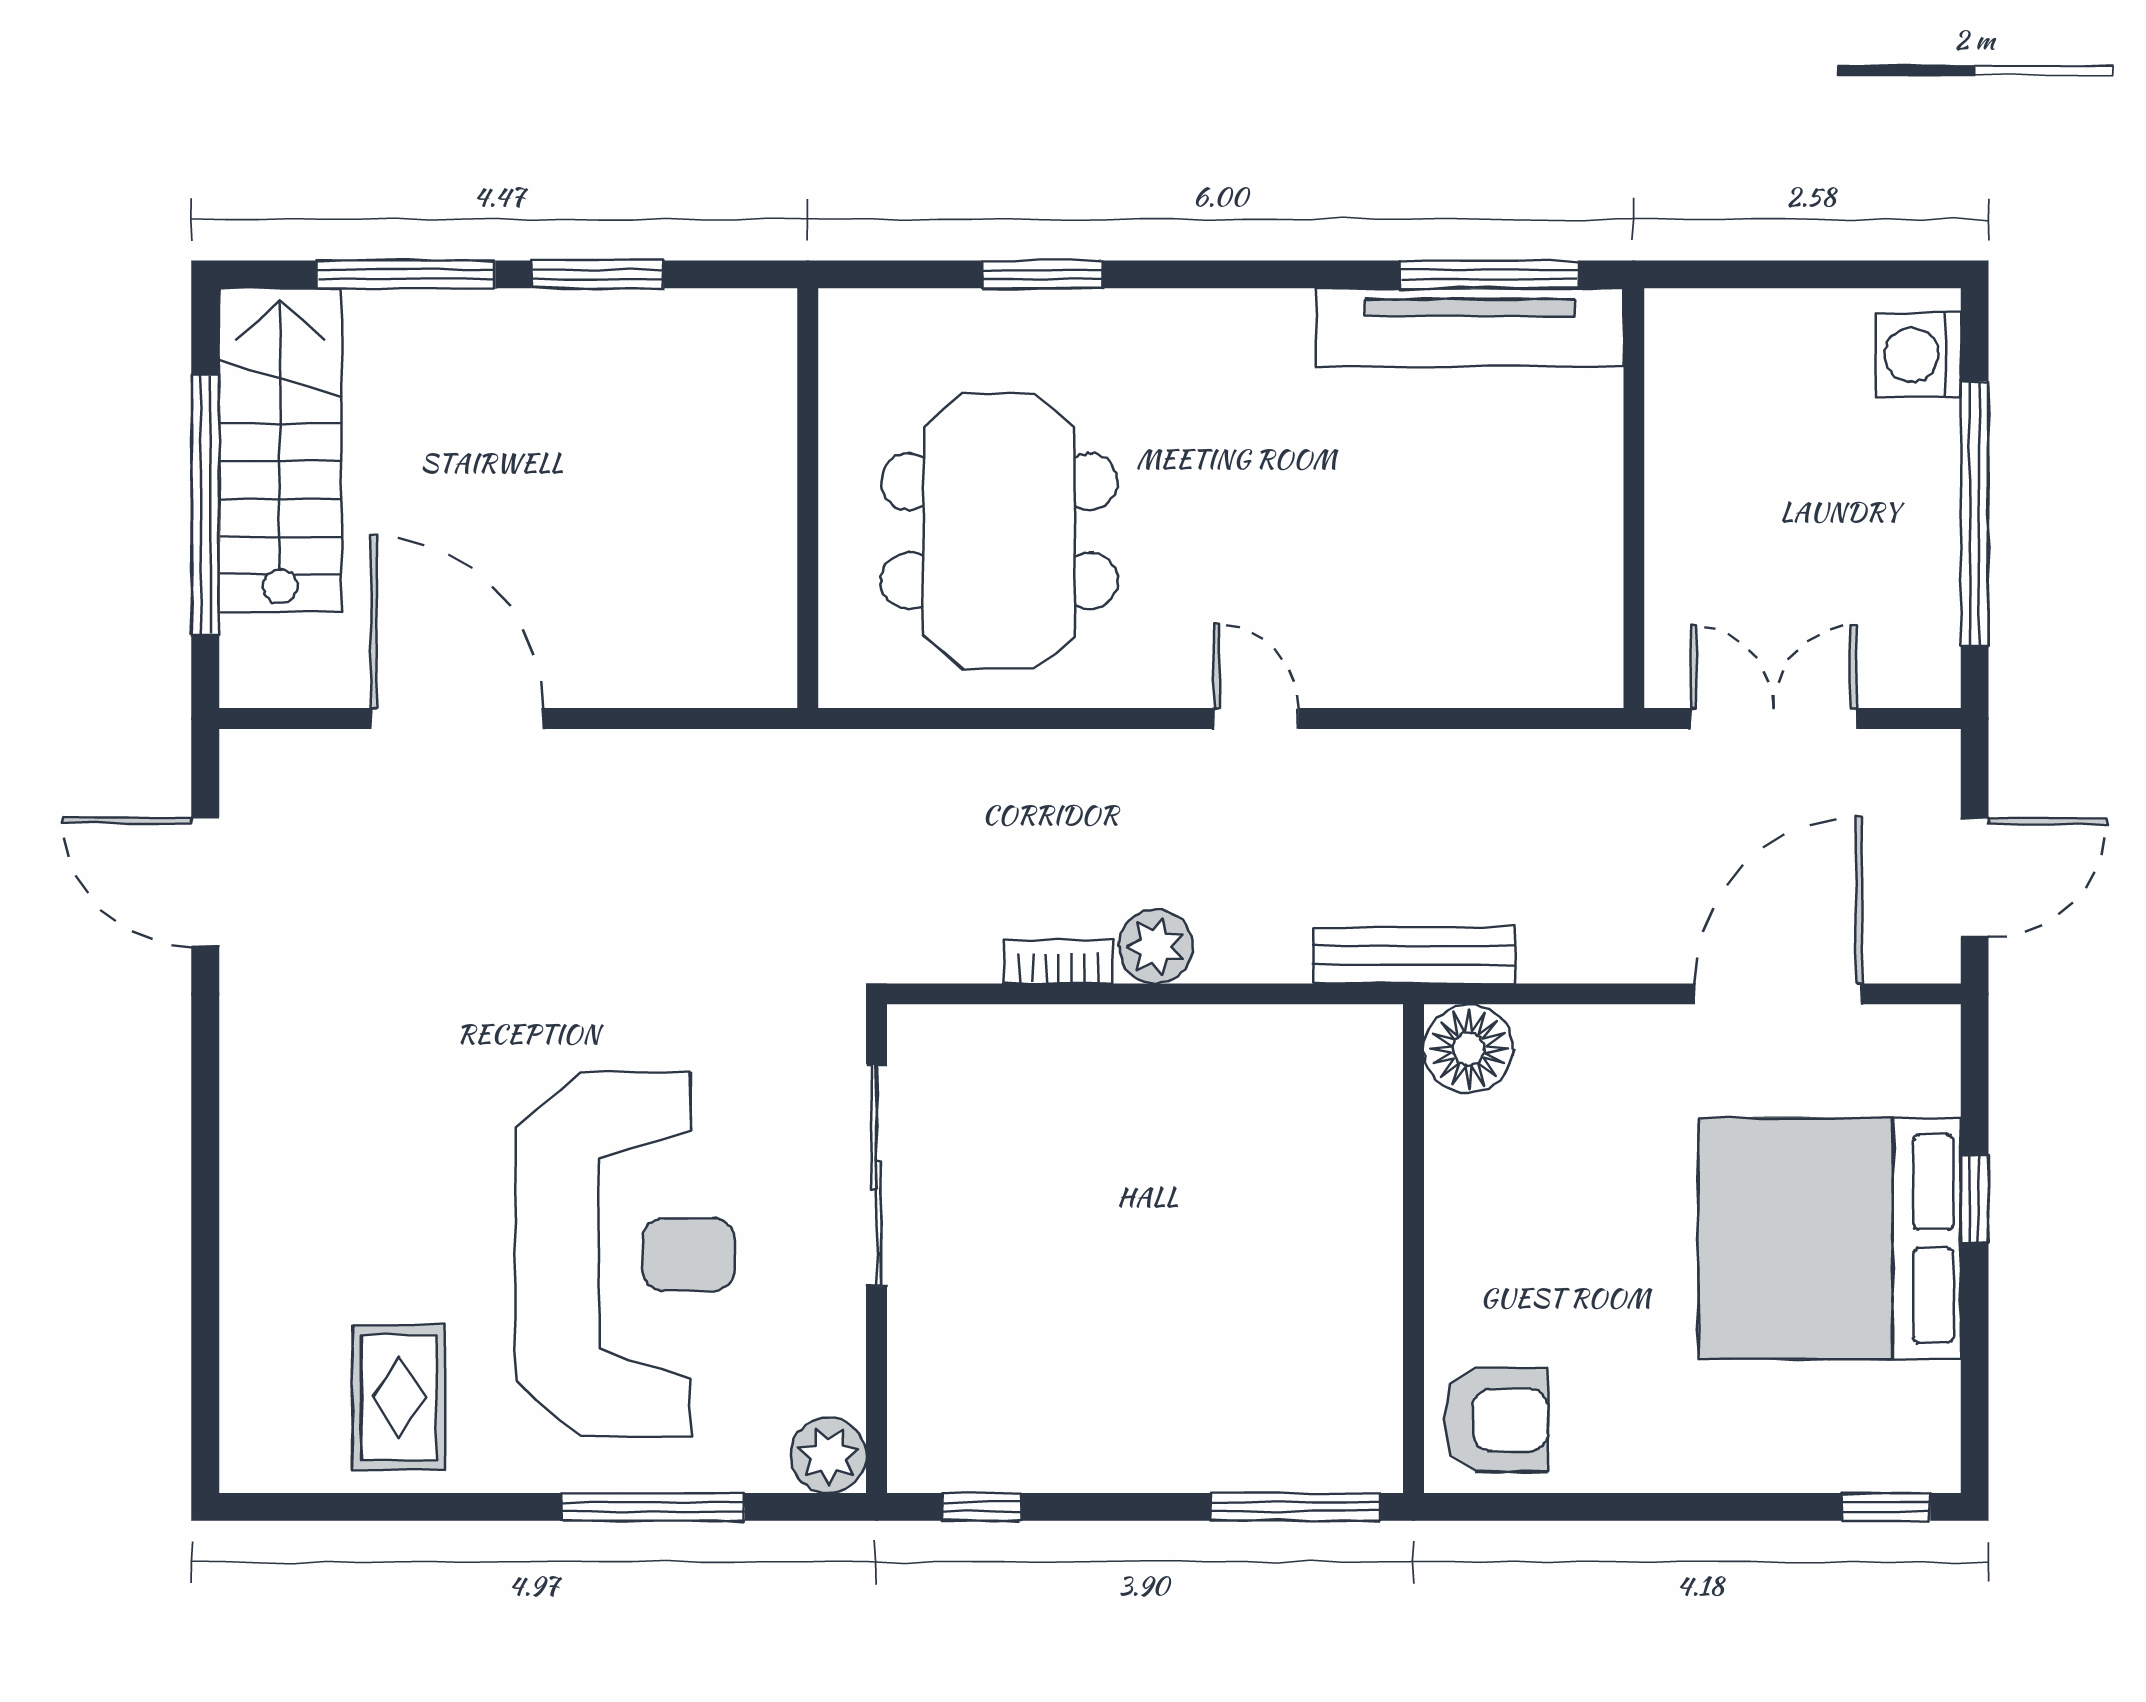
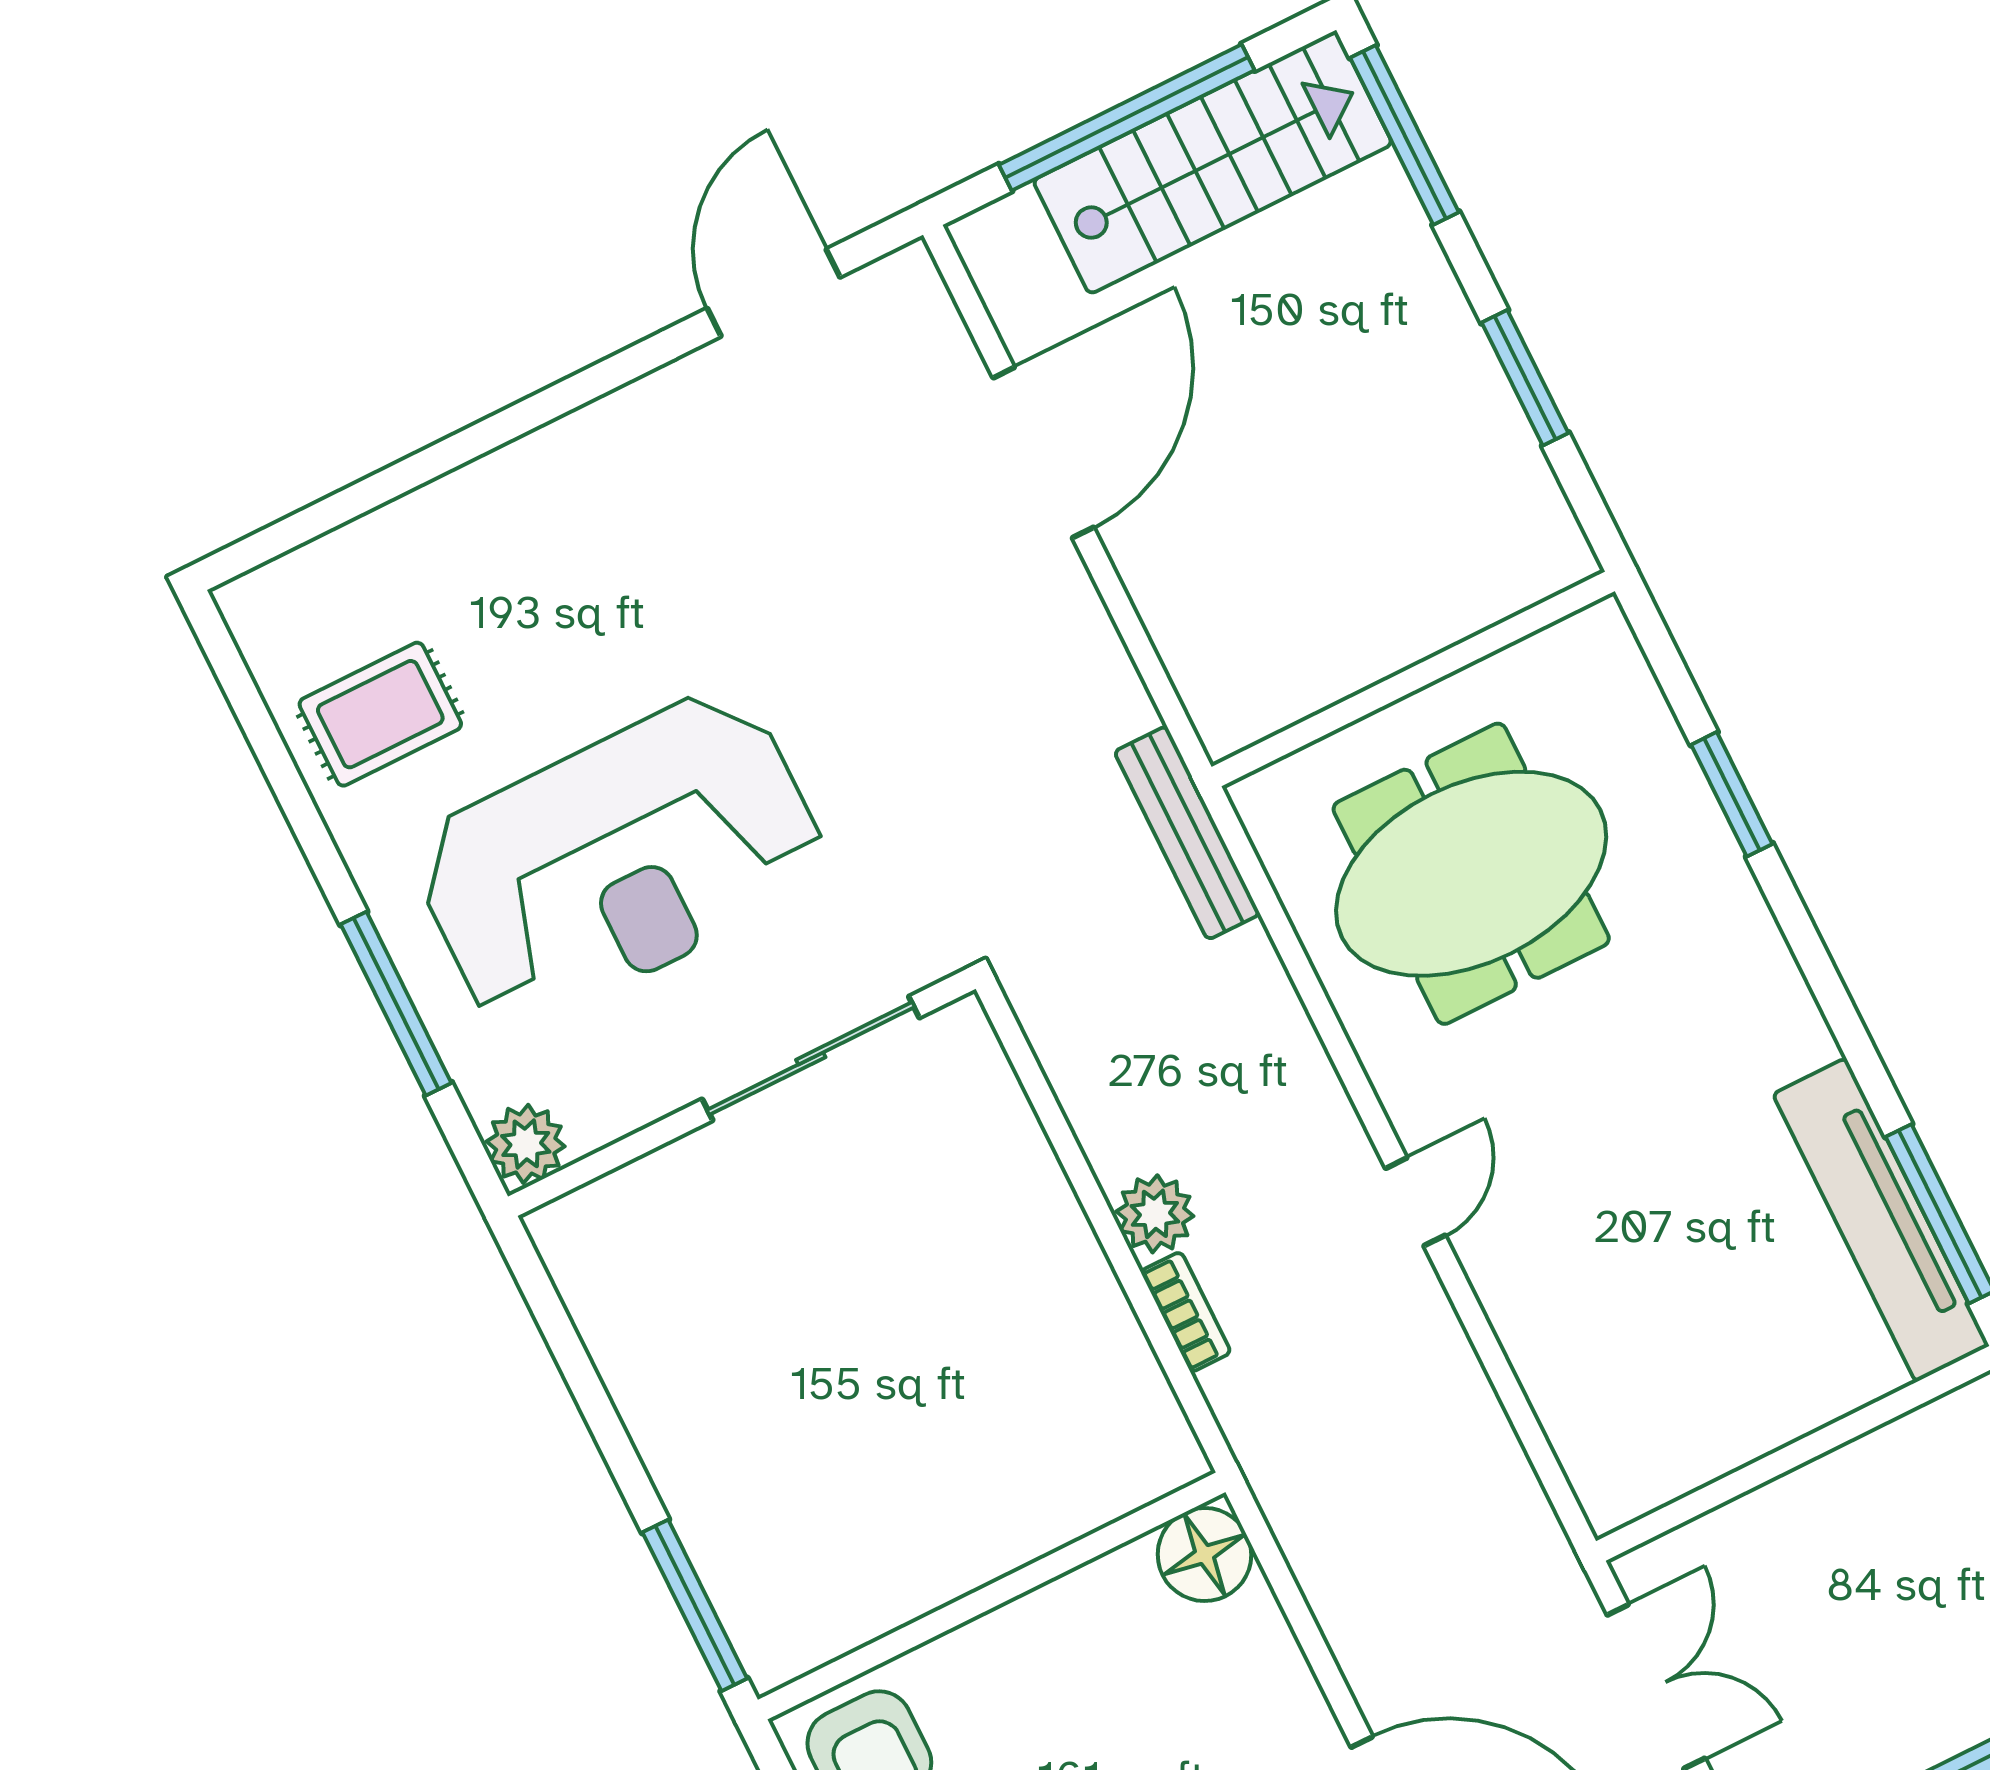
window: (406, 274) -> (1405, 135), moved
bench: (1414, 955) -> (1187, 833), moved
bookcase: (1059, 962) -> (1186, 1312), moved
window: (981, 1507) -> (549, 1311), removed

